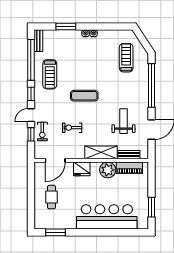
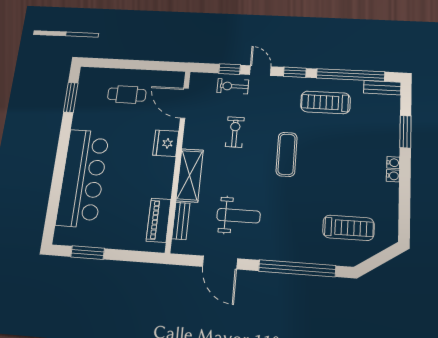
plant: (108, 170) -> (159, 184), removed

